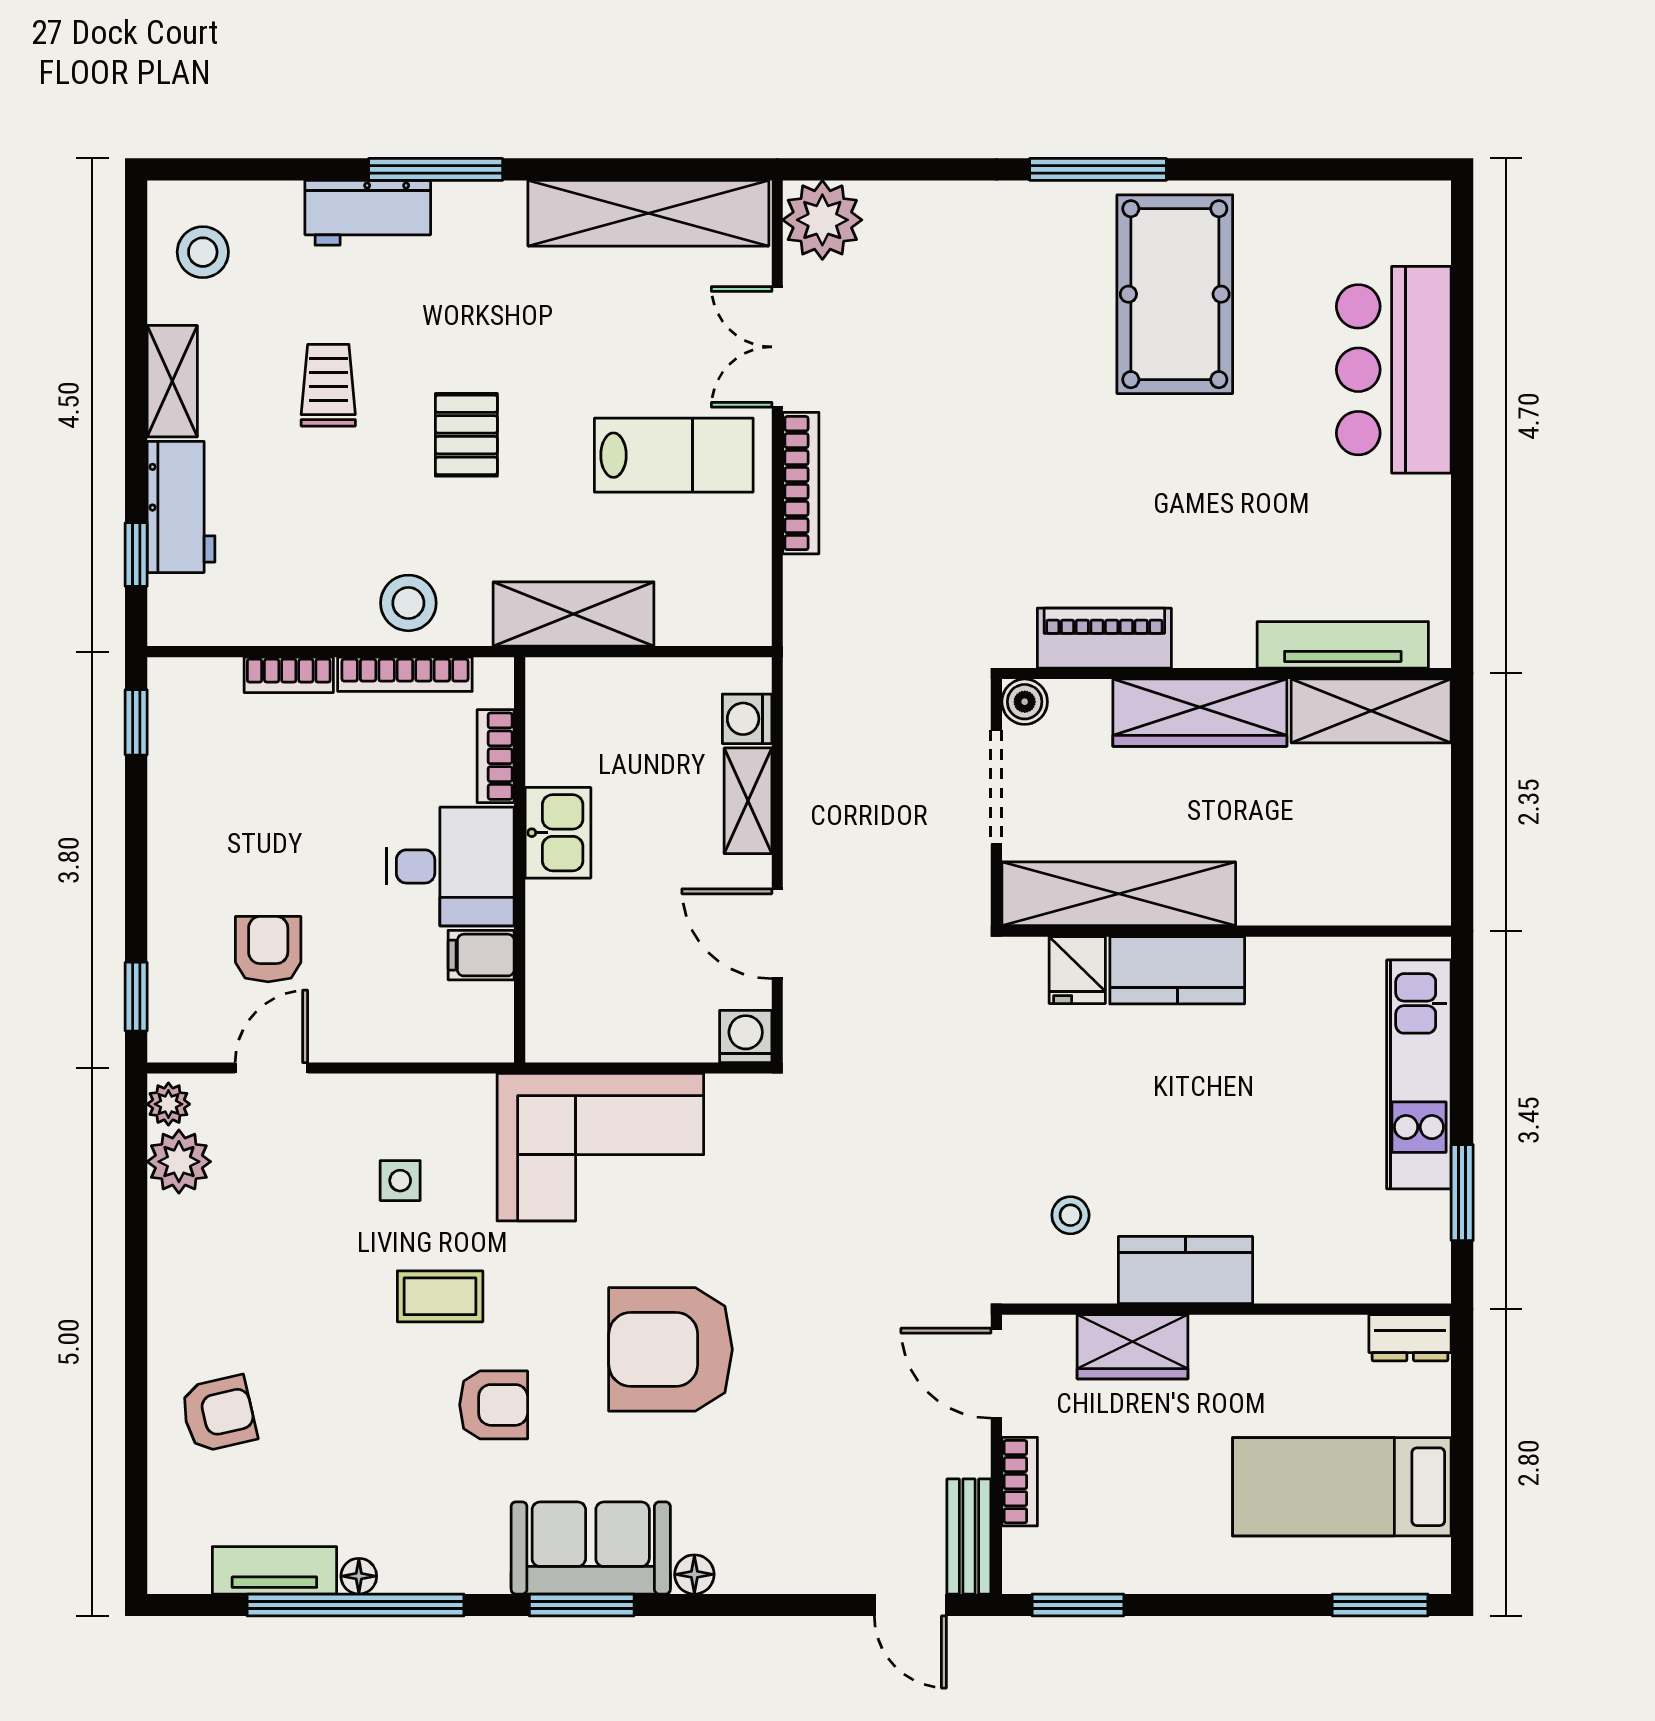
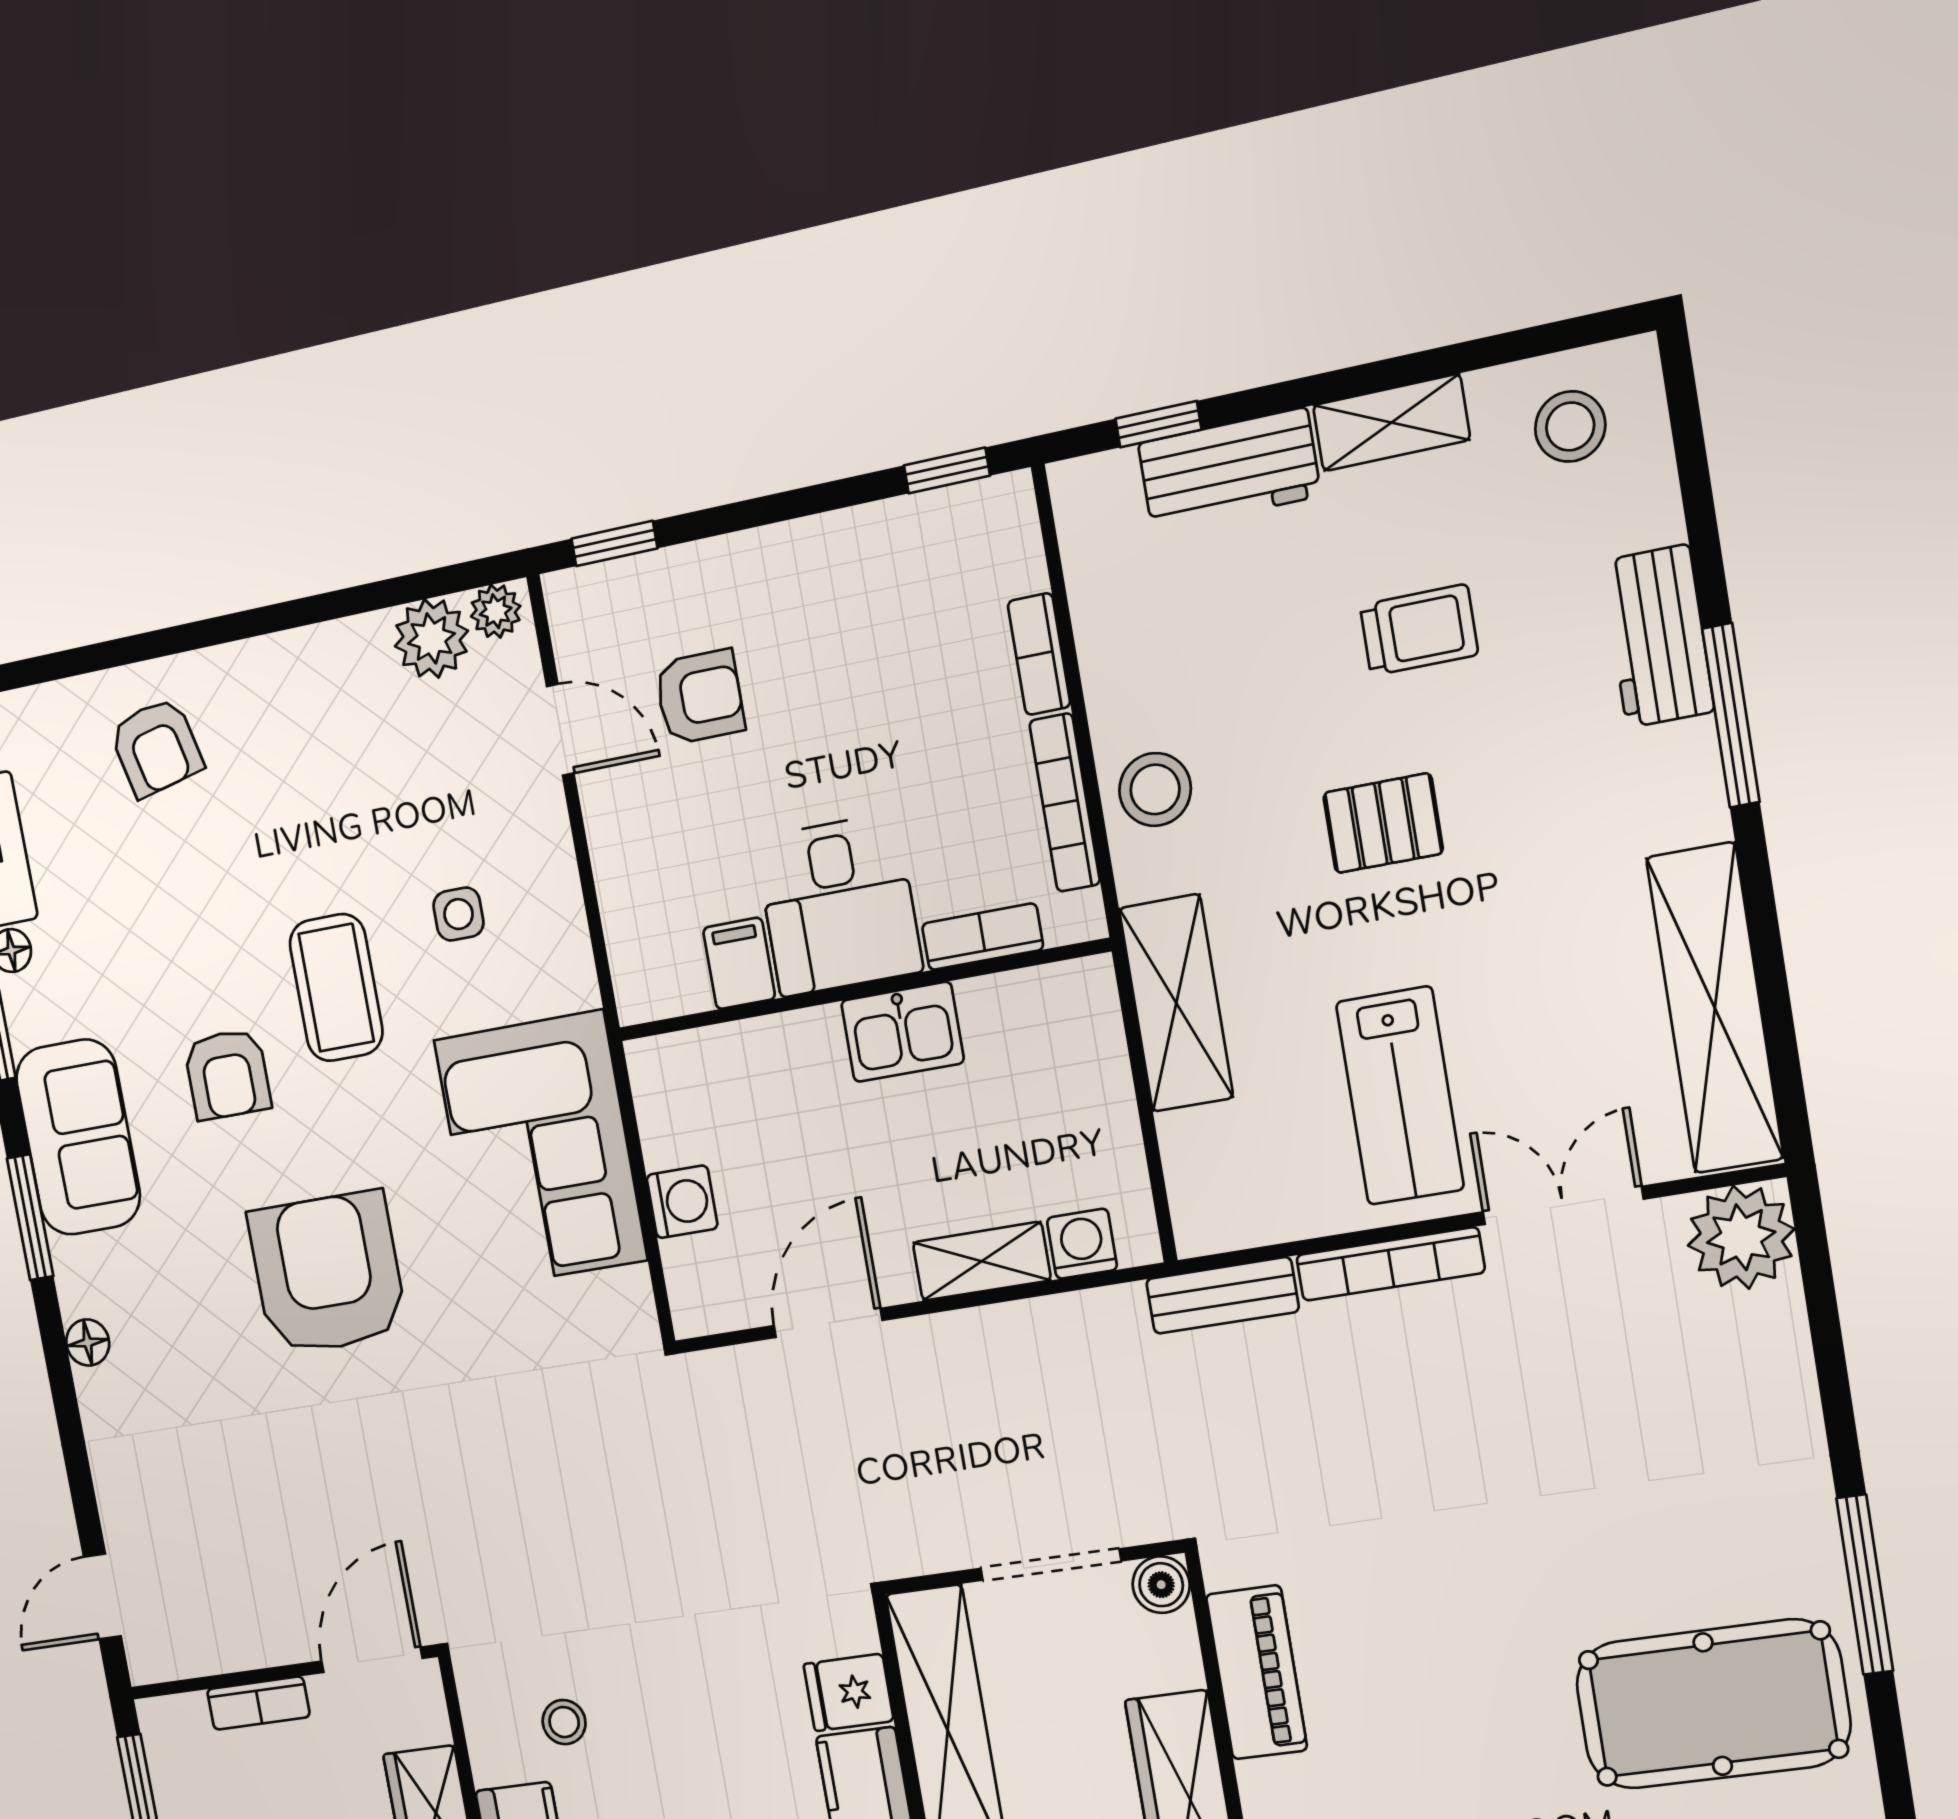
washing machine: (746, 1036) -> (682, 1202), moved
coffee table: (440, 1296) -> (336, 988), width x1.36, depth x1.30
bench: (969, 1536) -> (1222, 1295), moved
sofa: (591, 1548) -> (78, 1137), moved

